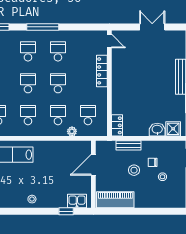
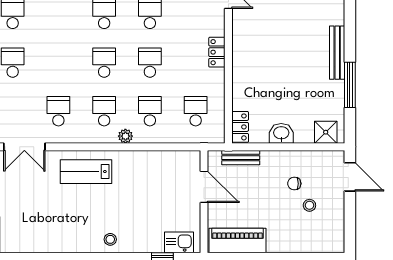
locker: (102, 71) -> (217, 52), width x0.66
washbasin: (157, 130) -> (281, 133), moved
plant: (72, 131) -> (125, 136), moved
bench: (128, 145) -> (241, 158), moved
door: (93, 165) -> (204, 187), swing flipped
stool: (134, 170) -> (266, 195), removed

